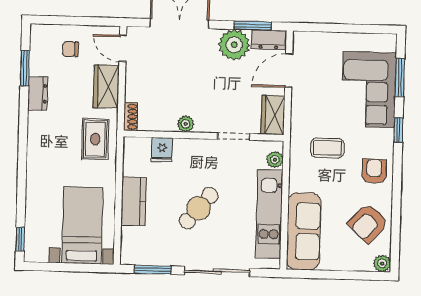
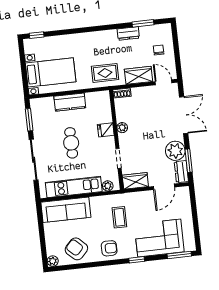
door: (123, 48) -> (164, 82), hinge flipped
door: (289, 71) -> (164, 187), swing flipped
window: (400, 78) -> (179, 255), moved
fridge: (162, 150) -> (106, 130), moved
cafe table: (199, 208) -> (71, 143), turned 50

